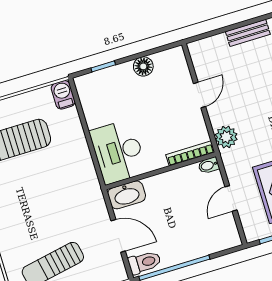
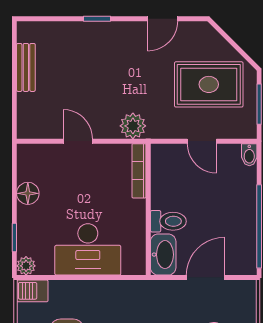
plant: (82, 83) -> (26, 266), added
desk: (118, 152) -> (88, 249), moved
bidet: (209, 165) -> (249, 155), moved
toilet: (144, 262) -> (168, 221), moved, turned 90

